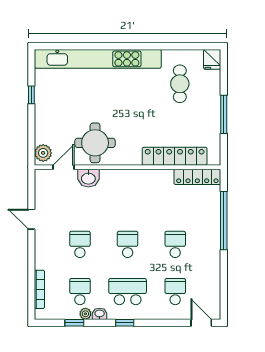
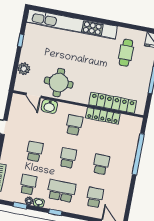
plant: (43, 153) -> (24, 69), moved
door: (64, 167) -> (33, 95), swing flipped
locker: (197, 177) -> (103, 116), moved
school desk: (128, 197) -> (74, 125), added

